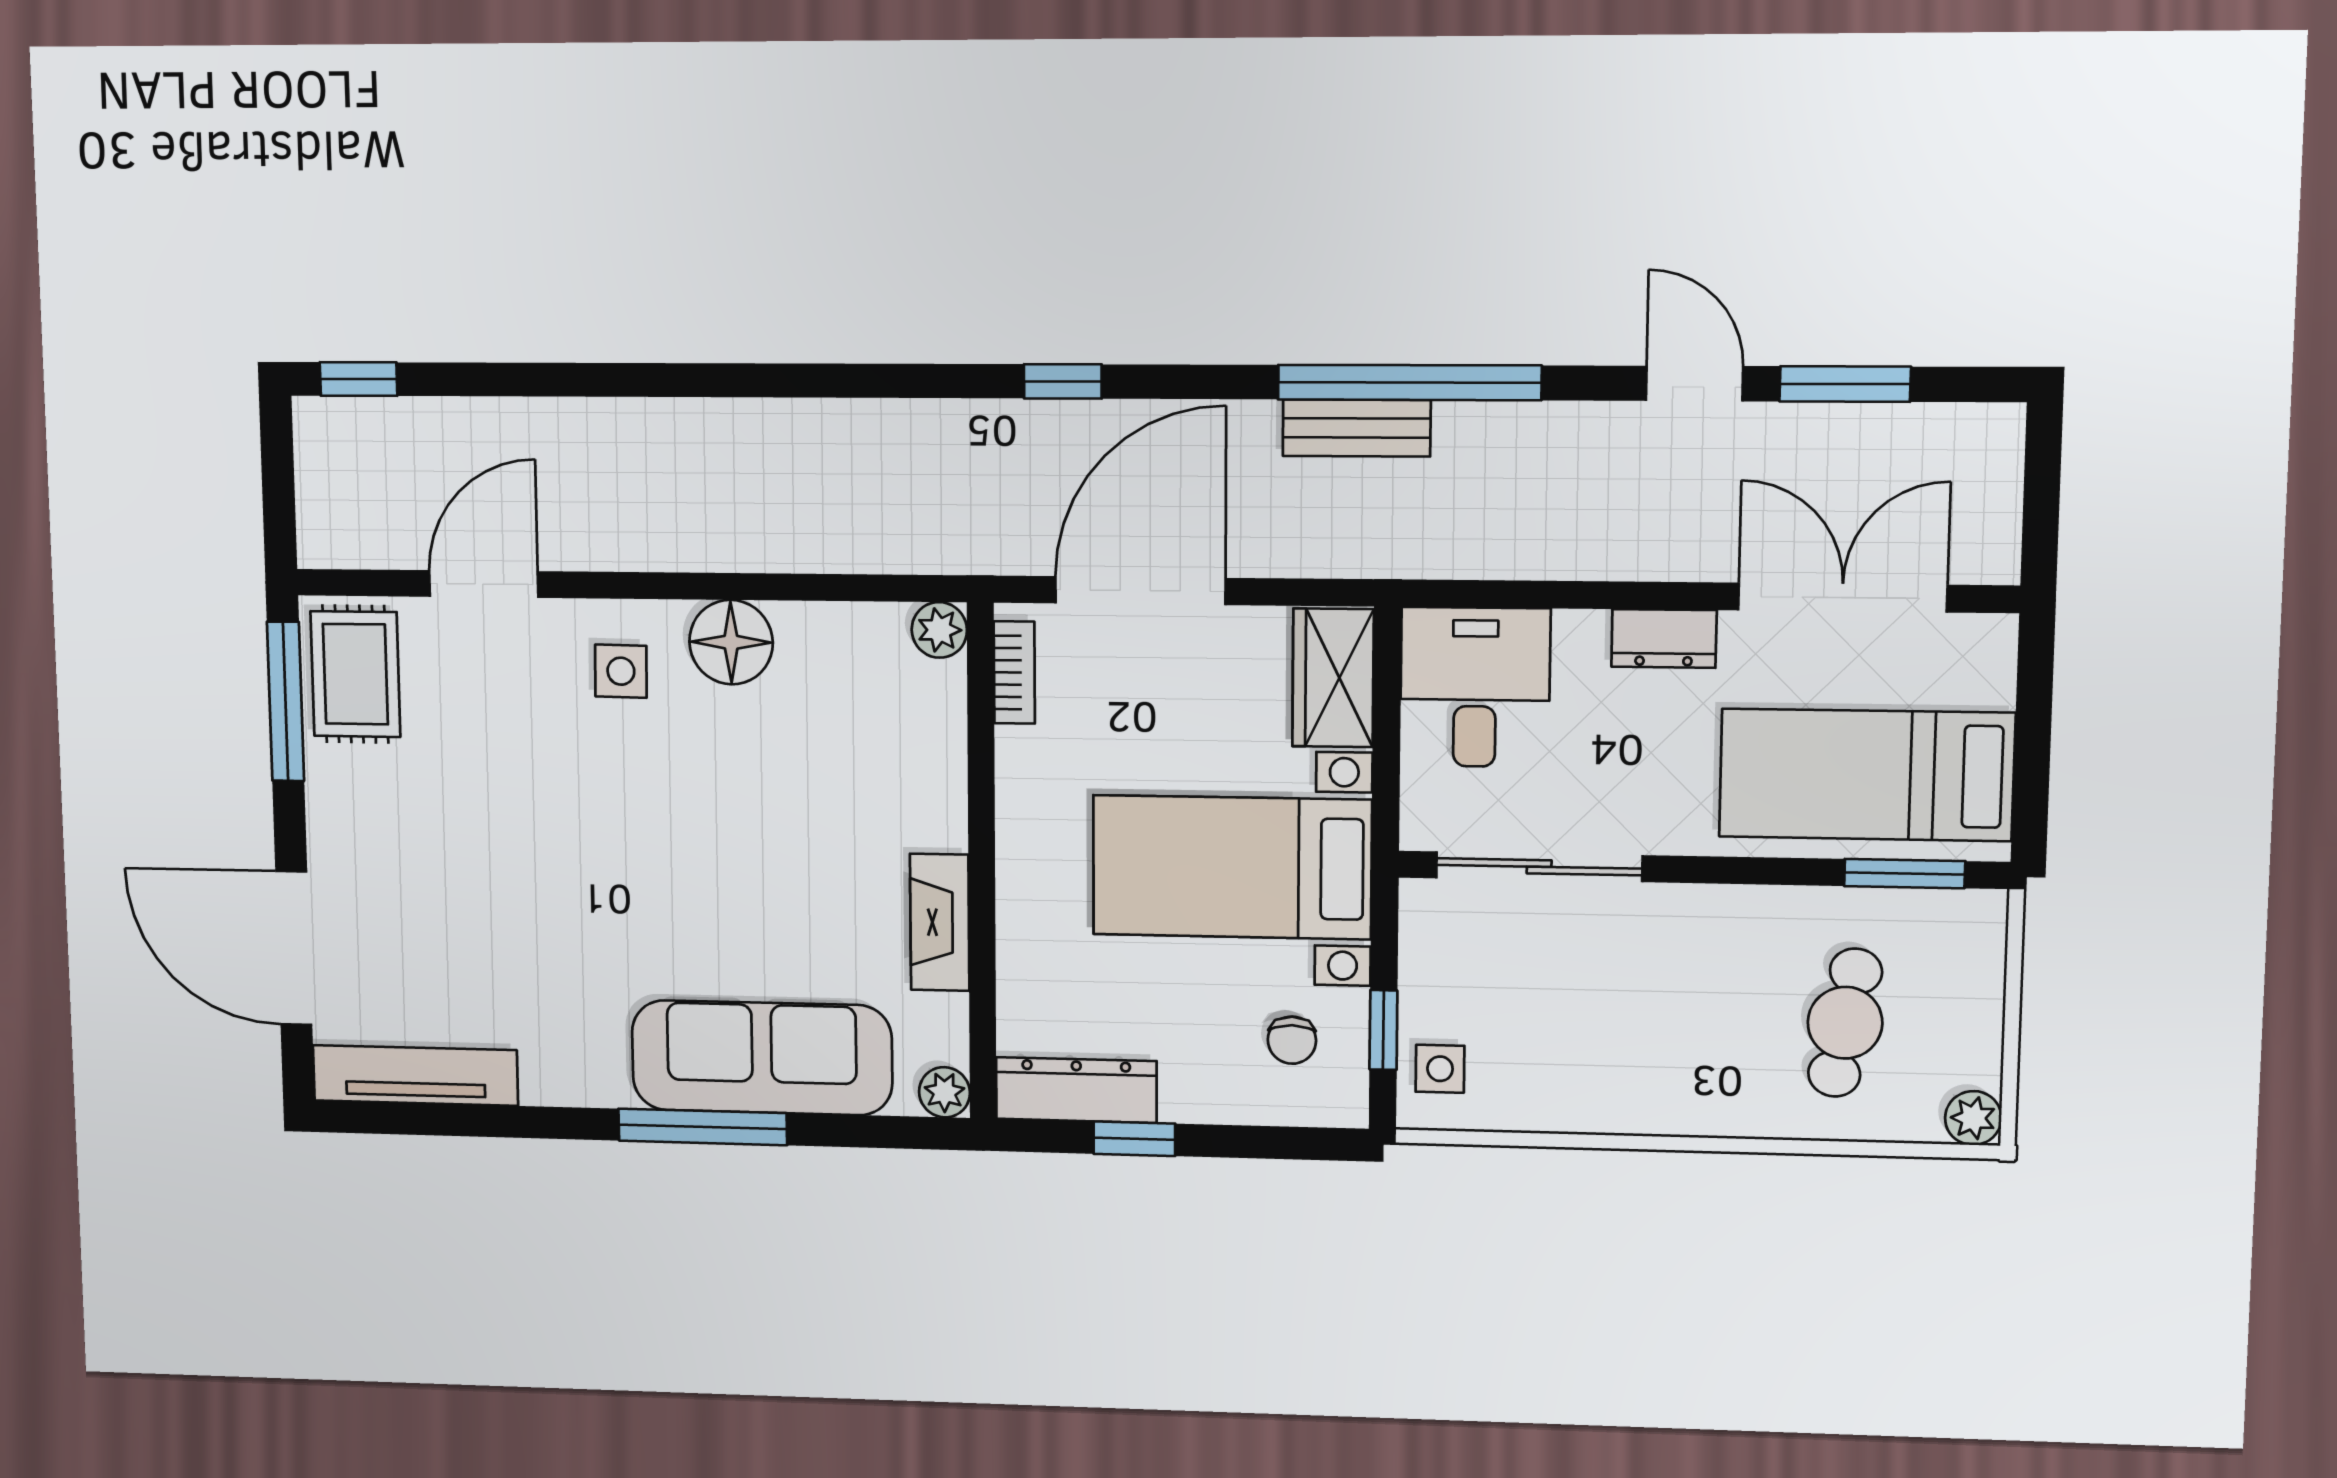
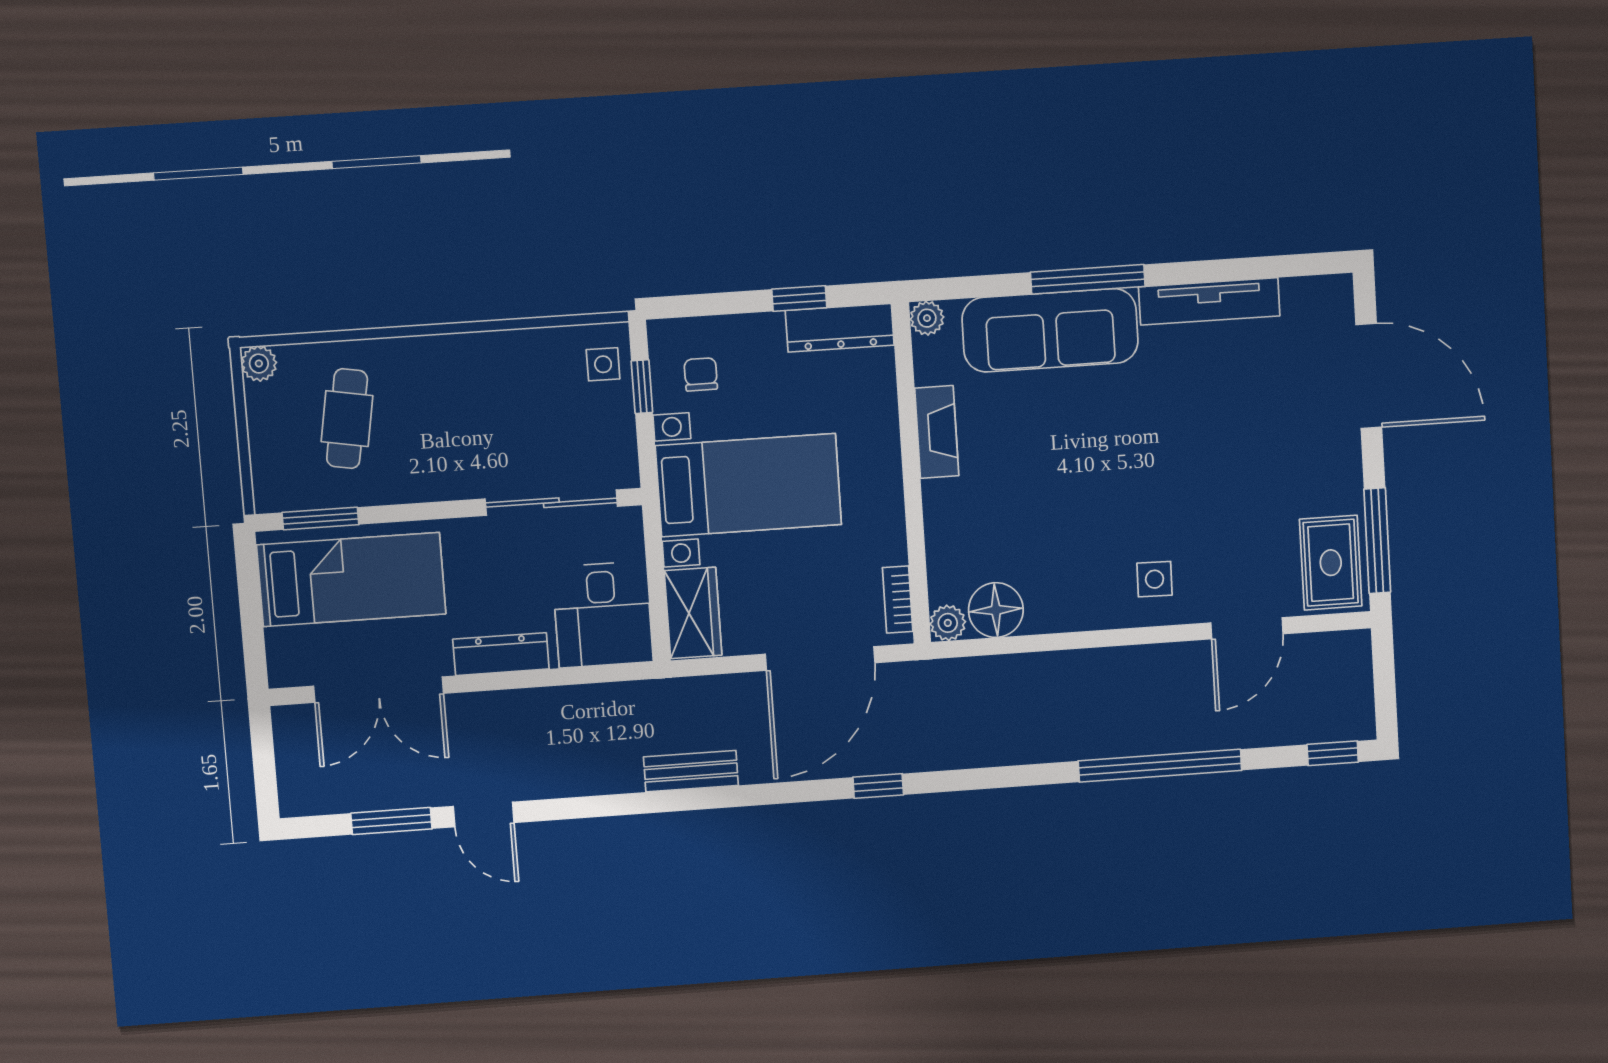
window: (1409, 383) -> (1160, 766), moved
dresser: (1664, 638) -> (501, 654), width x1.44
floor lamp: (731, 642) -> (996, 610), moved
tv unit: (415, 1075) -> (1209, 301), moved

